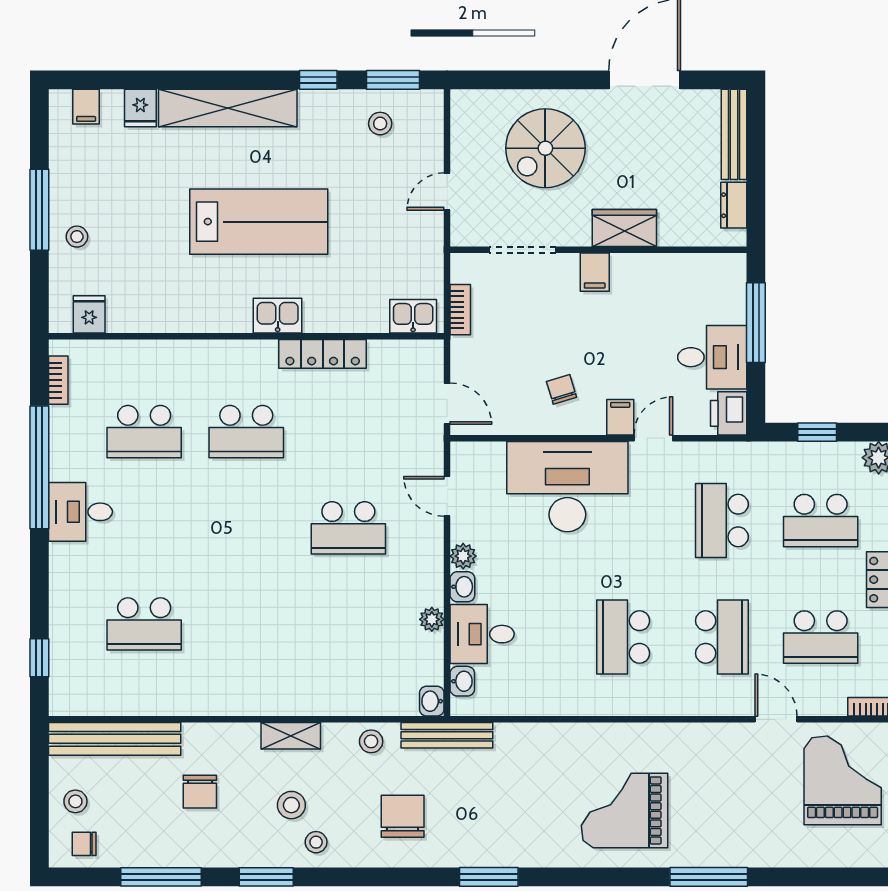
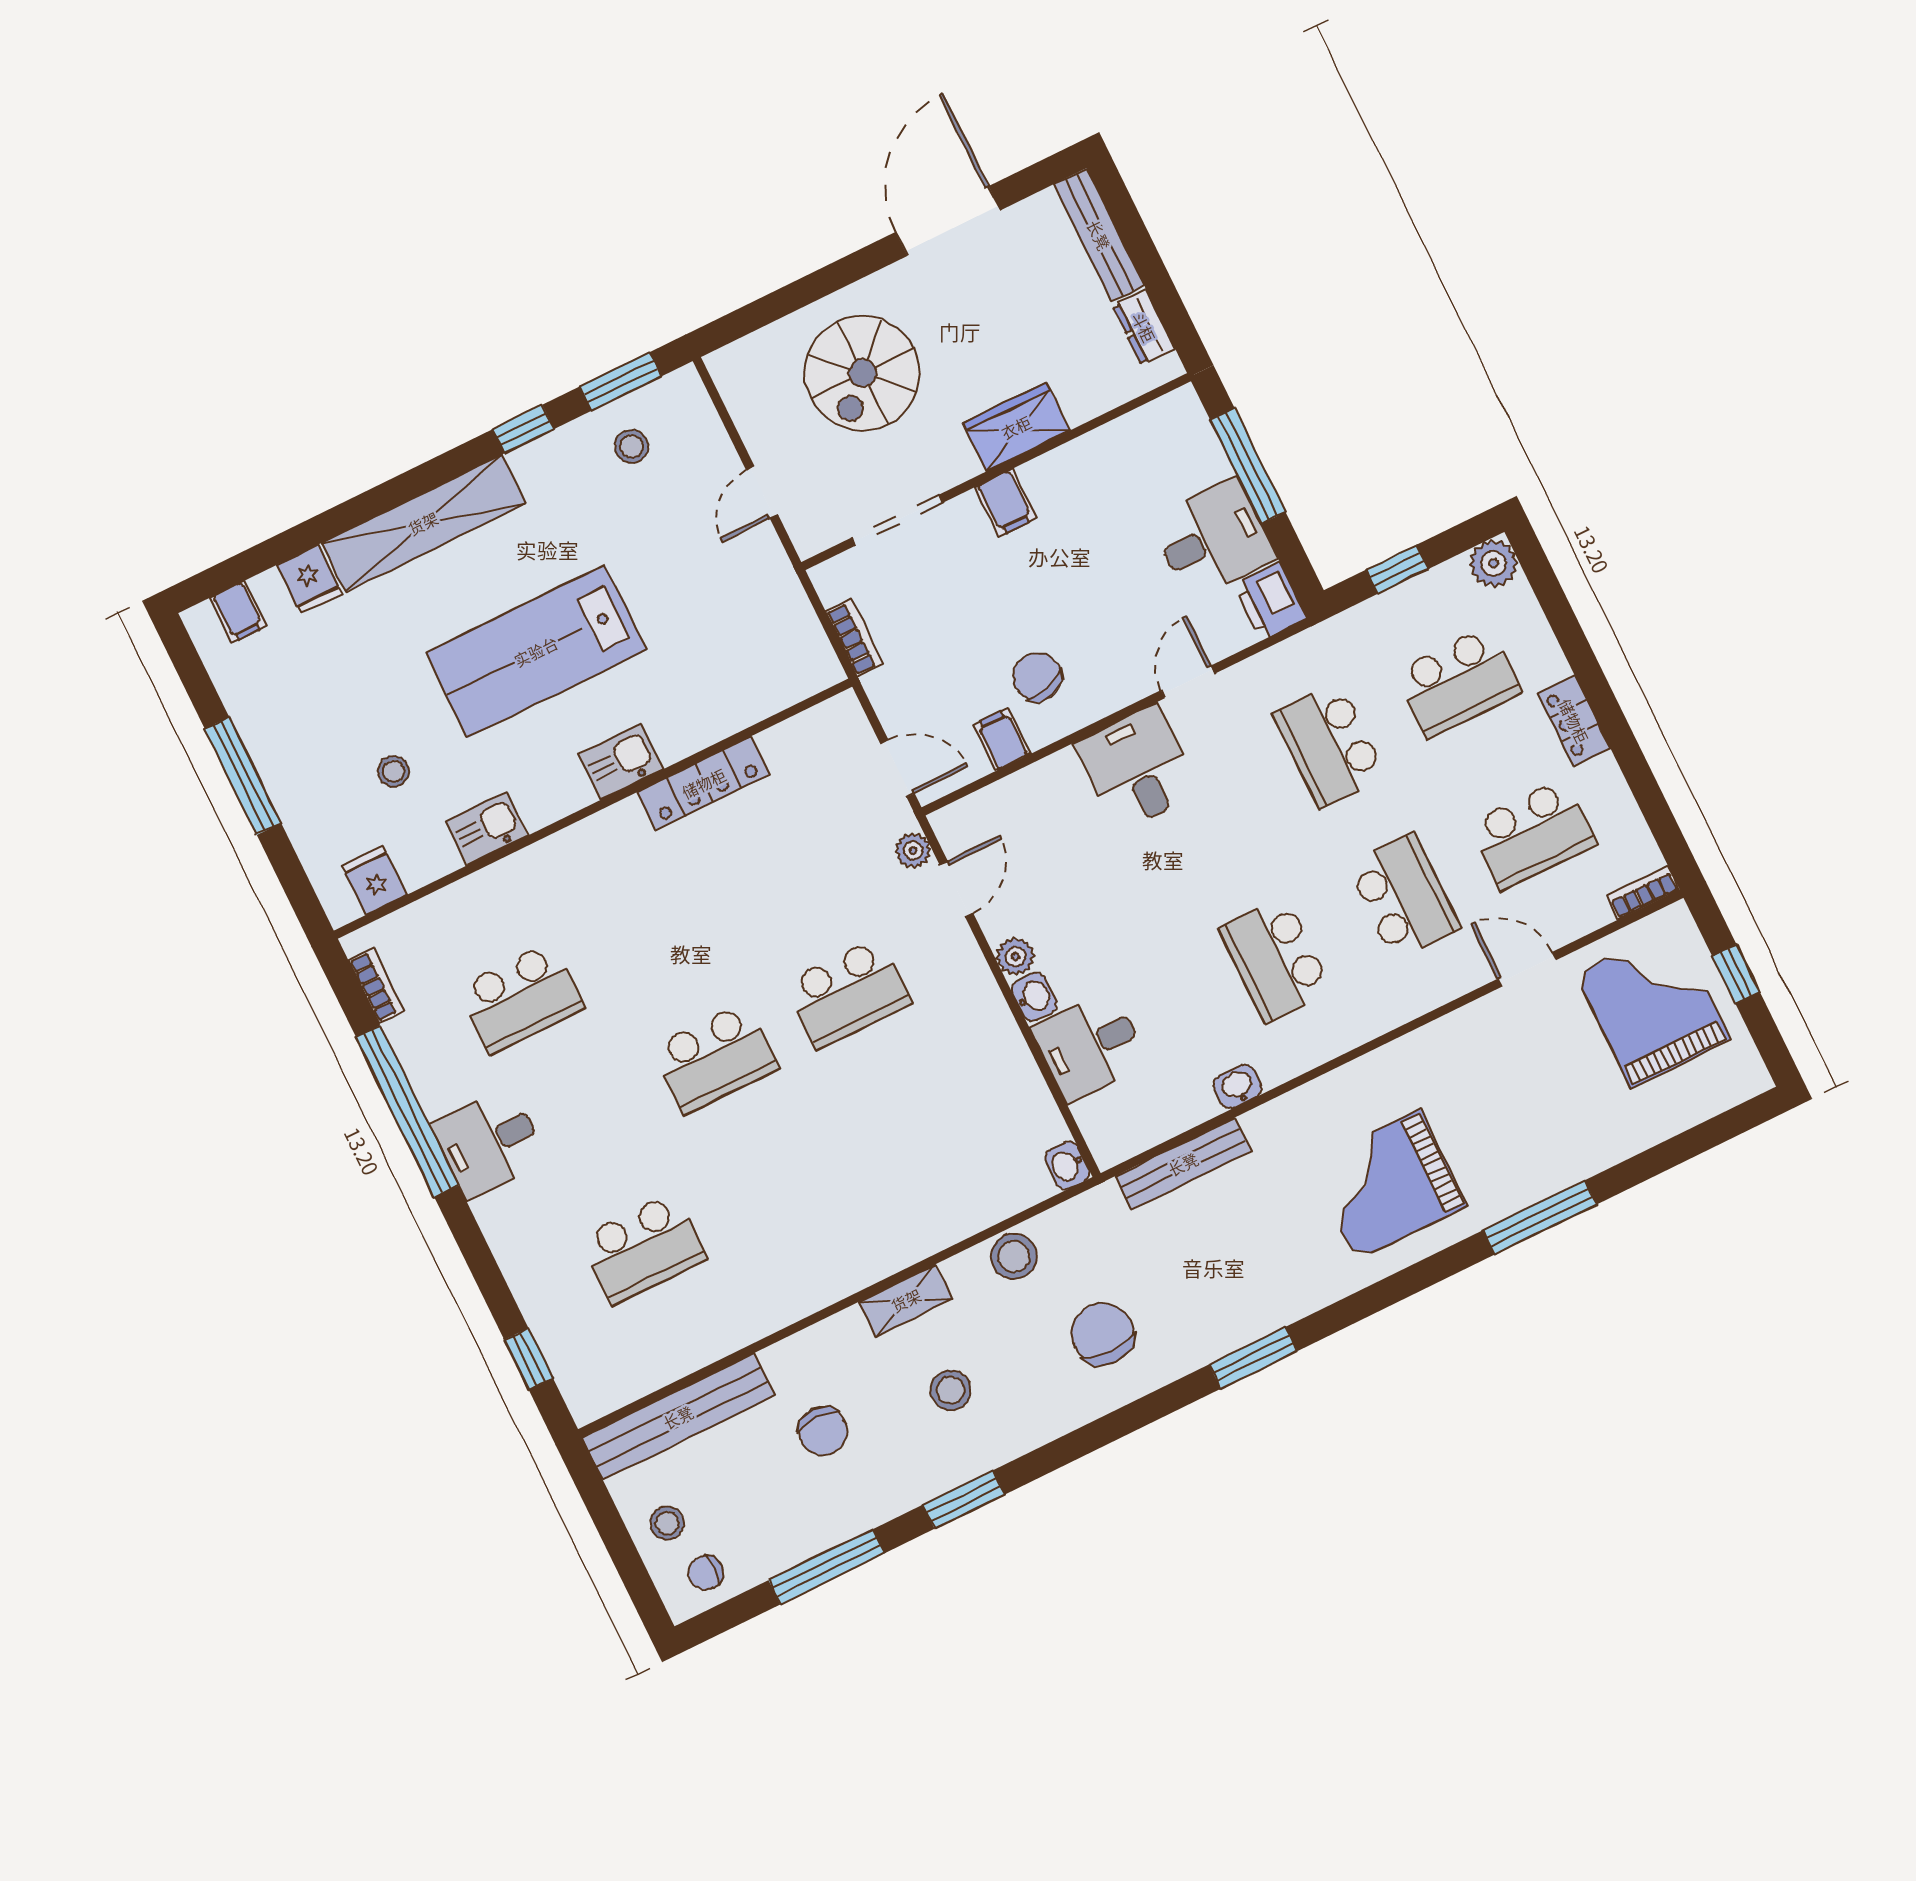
lab bench: (259, 222) -> (536, 651), turned 180
stool: (77, 237) -> (394, 771), moved
kitchen sink: (413, 316) -> (487, 828), moved
chair: (561, 389) -> (1037, 677), width x1.37, depth x1.37
filing cabinet: (620, 417) -> (1002, 739), moved
school desk: (246, 432) -> (715, 1058), moved
desk: (567, 487) -> (1137, 768), width x0.53, depth x0.77
door: (447, 496) -> (956, 889), swing flipped
plant: (432, 619) -> (913, 850), moved
washbasin: (462, 681) -> (1238, 1086), moved, turned -90
bench: (447, 735) -> (1183, 1164), moved
stool: (371, 741) -> (1014, 1256), width x1.37, depth x1.37
stool: (316, 842) -> (1006, 1423), removed

